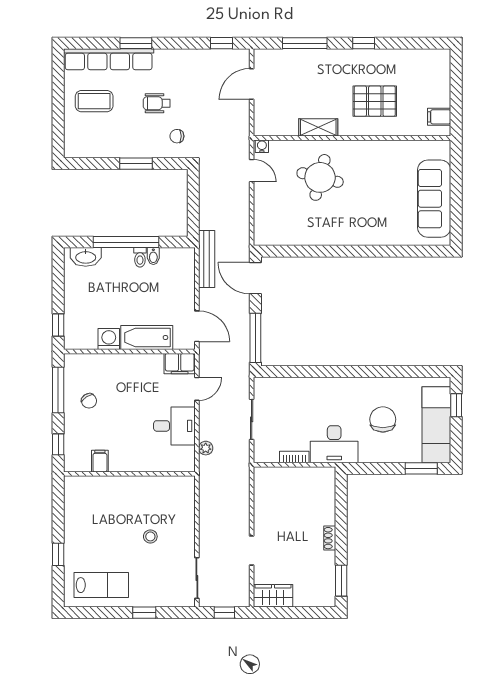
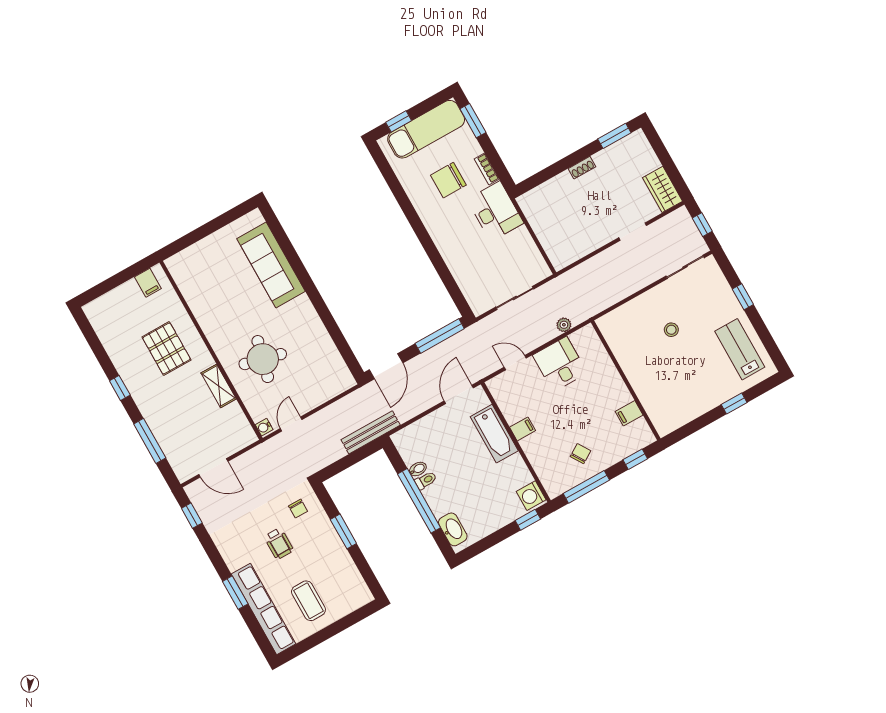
sofa: (434, 199) -> (271, 265), moved, turned 90
bench: (207, 259) -> (371, 432), moved
washing machine: (109, 339) -> (531, 496), moved
filing cabinet: (180, 364) -> (523, 429), moved, width x0.50
bookcase: (294, 457) -> (487, 169), moved

